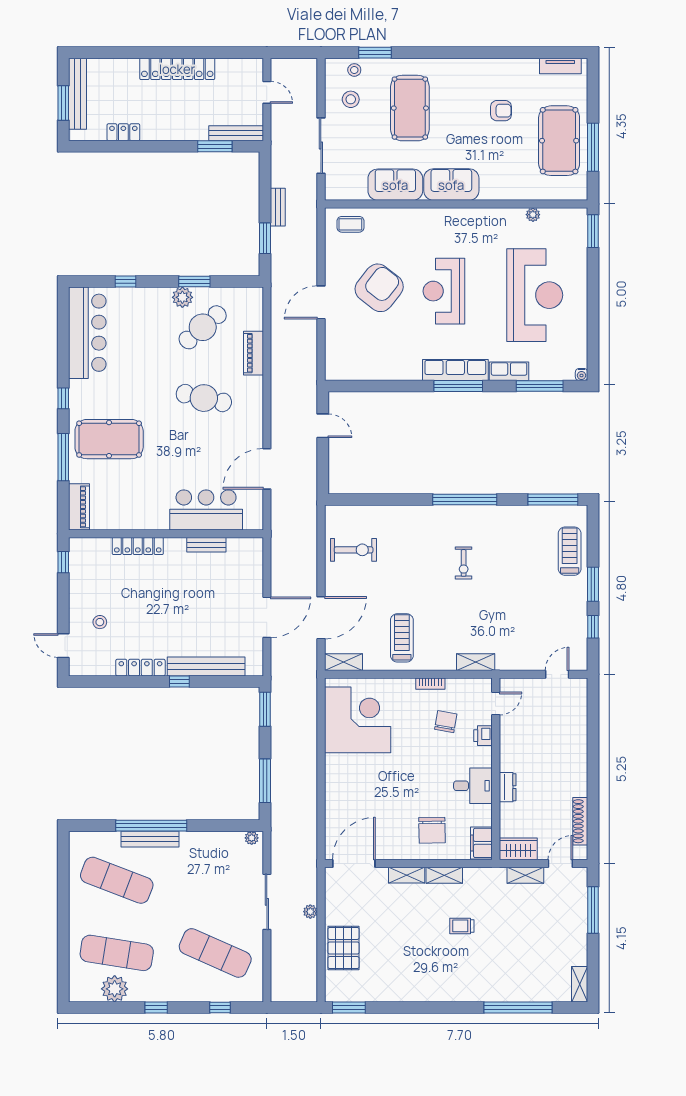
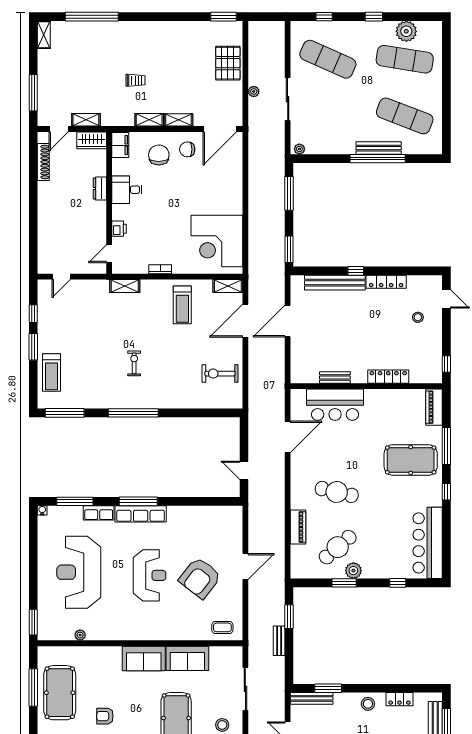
stool: (164, 126) -> (368, 704), added
chair: (446, 722) -> (187, 149), moved, turned 80

